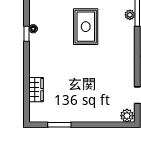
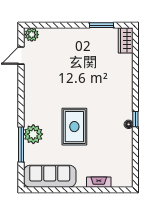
plant: (130, 15) -> (33, 134), width x1.87, depth x1.87
wardrobe: (36, 90) -> (126, 41), moved

